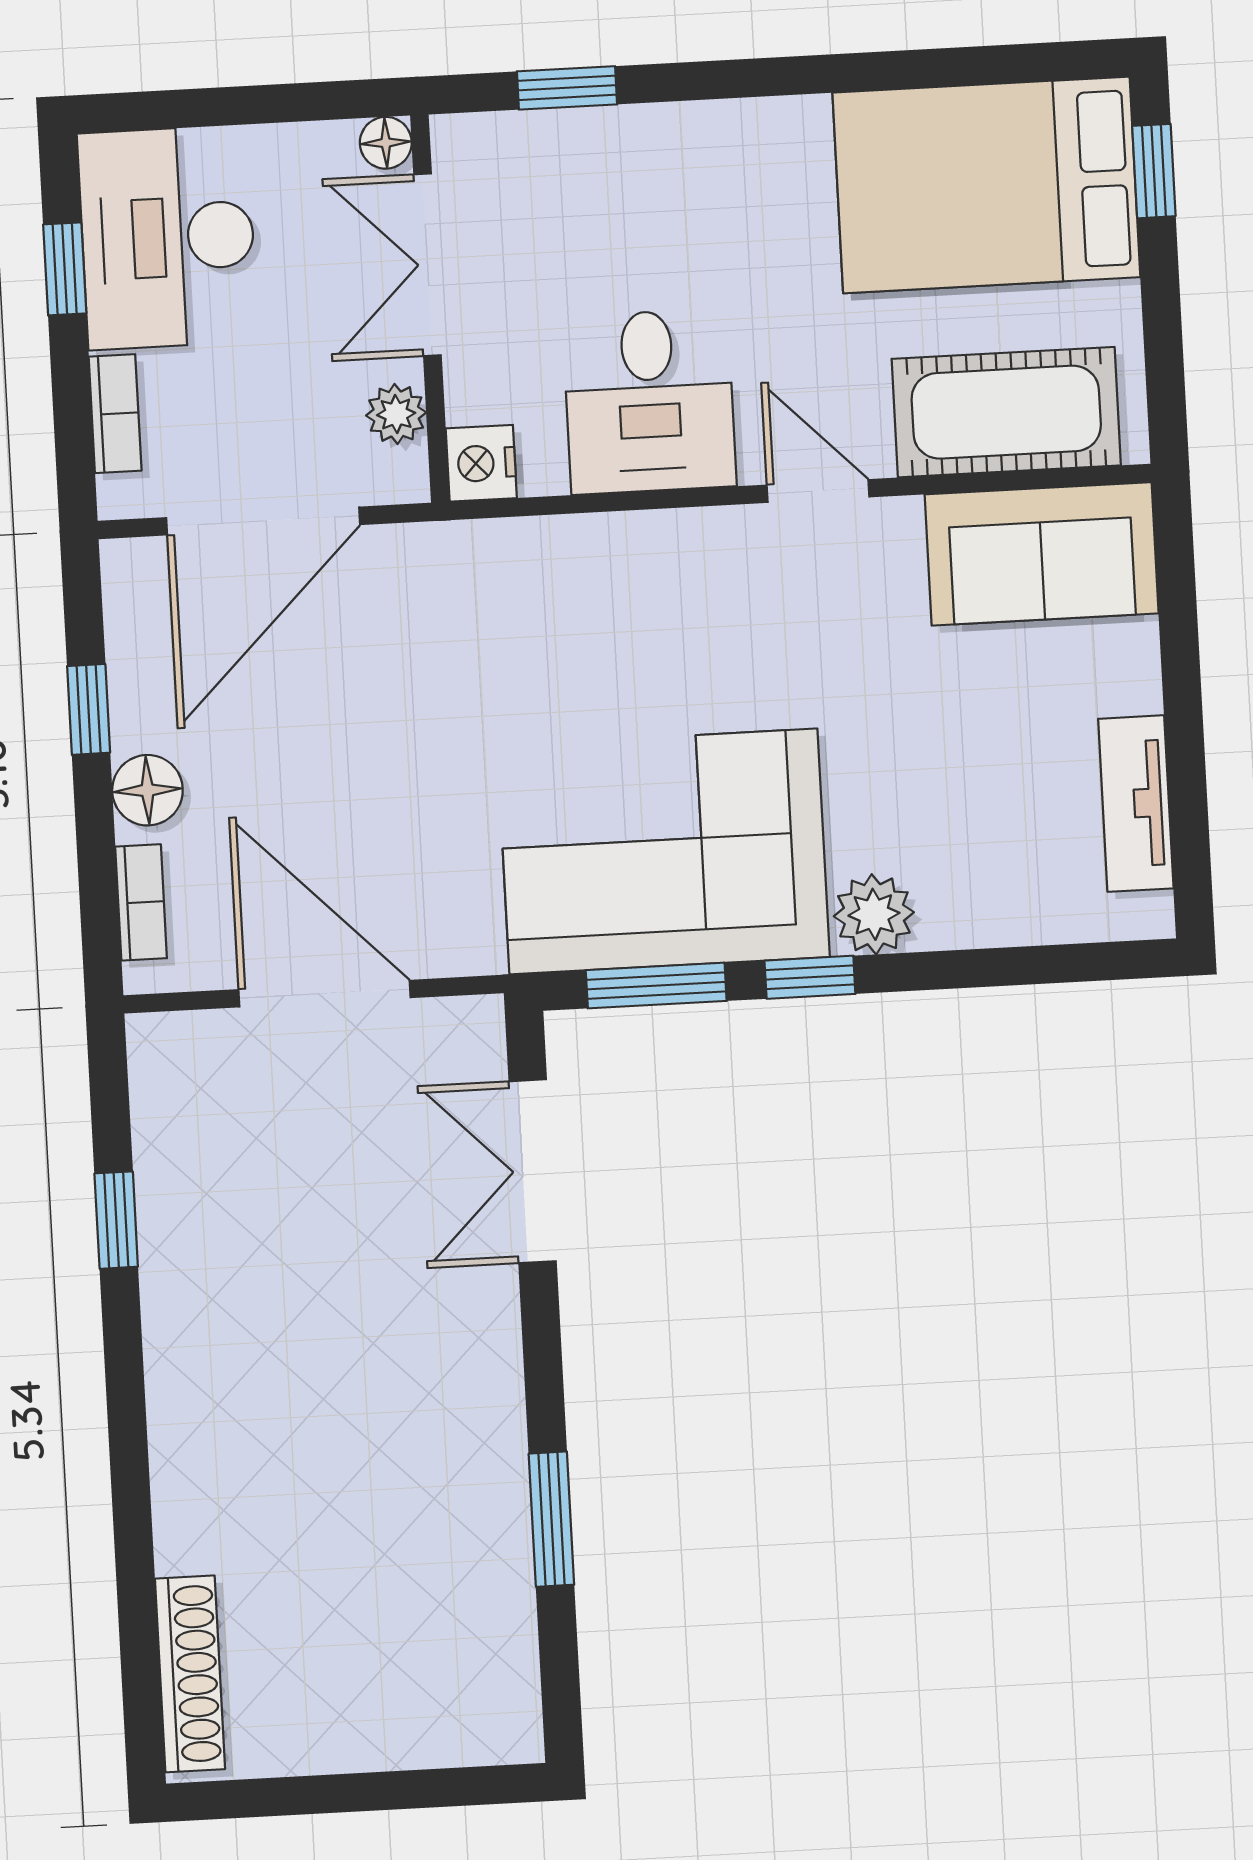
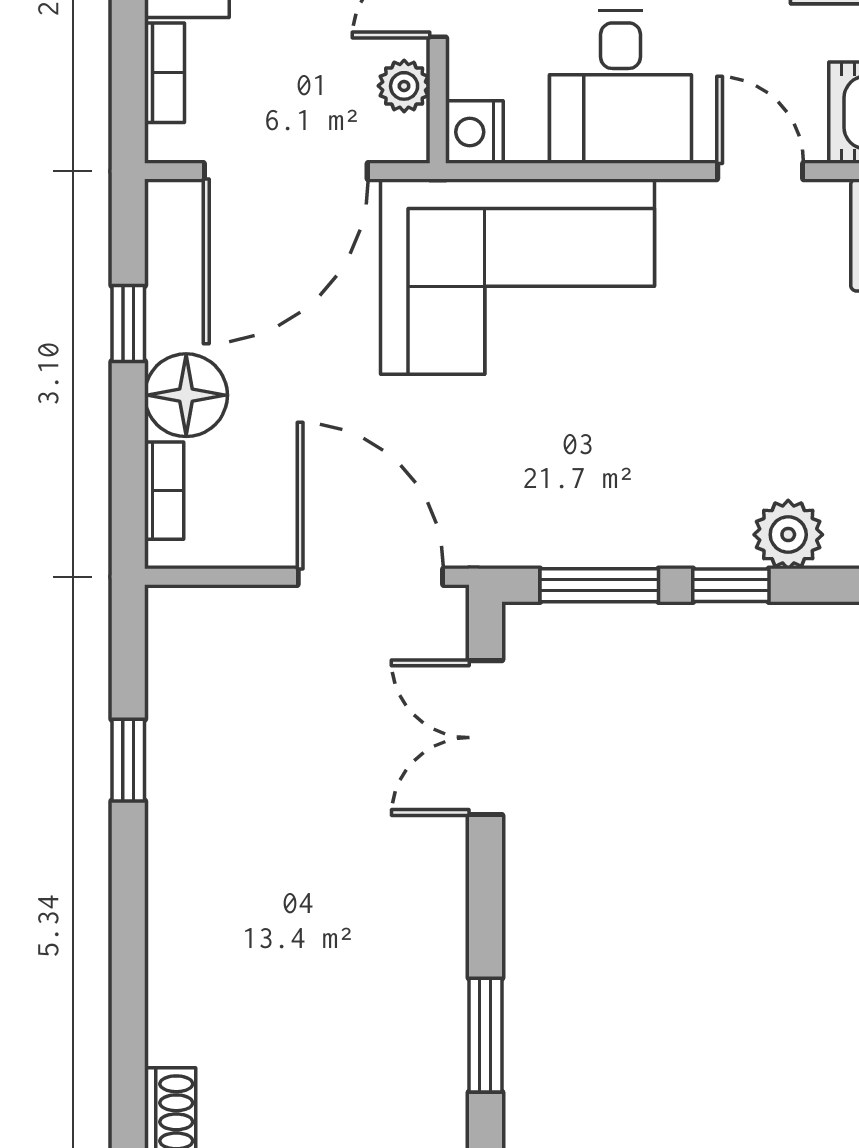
floor lamp: (147, 790) -> (186, 395), width x1.38, depth x1.38
corner sofa: (663, 851) -> (518, 277), moved, turned 180
door: (324, 994) -> (370, 577), moved

